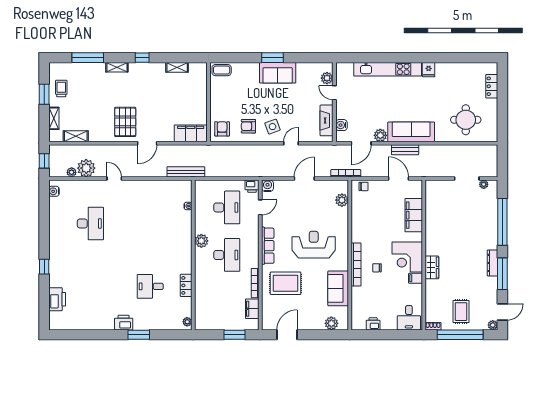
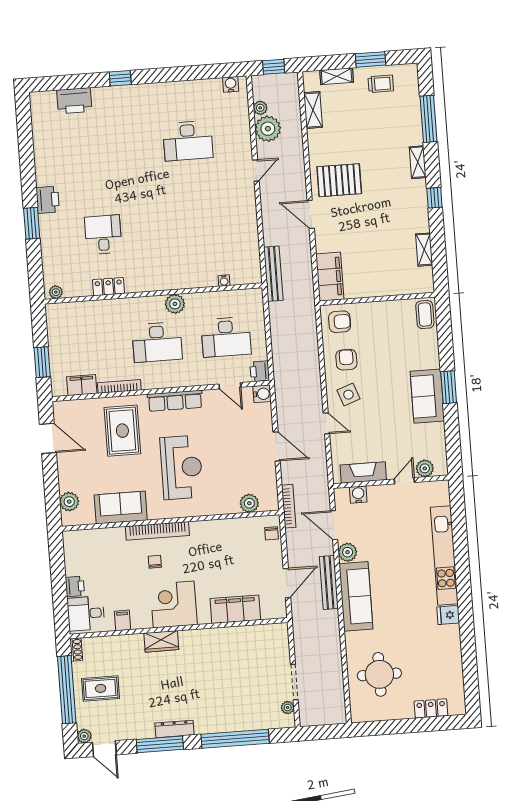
bench: (405, 150) -> (329, 582), width x1.36
filing cabinet: (416, 278) -> (123, 620), moved
printer: (373, 324) -> (75, 586), moved

